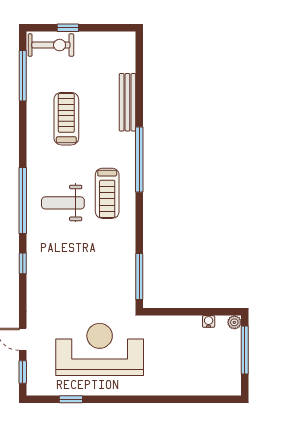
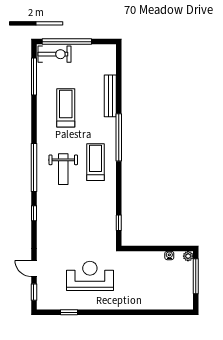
window: (68, 28) -> (67, 42), width x3.17
treadmill: (107, 193) -> (95, 162), turned 180
weight bench: (63, 203) -> (63, 169), turned -90
window: (139, 277) -> (119, 223), width x0.46
reception desk: (100, 349) -> (90, 276), width x0.74, depth x0.77

